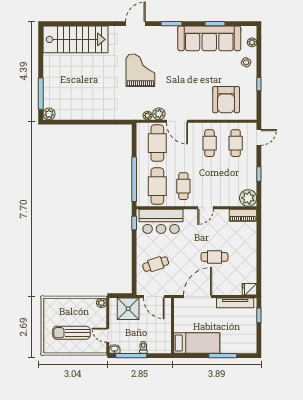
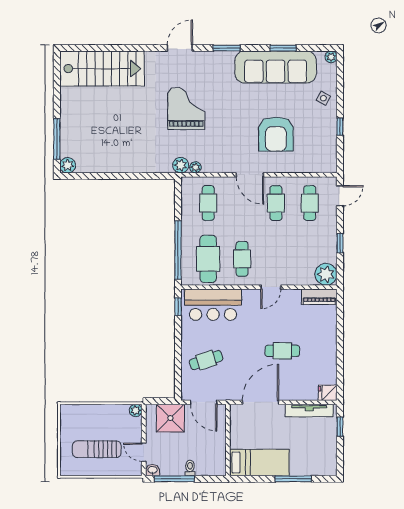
plant: (252, 42) -> (331, 57), moved
armchair: (226, 100) -> (276, 134), moved
plant: (159, 114) -> (181, 165), moved
door: (177, 121) -> (250, 175), moved
cafe table: (157, 143) -> (208, 203), width x0.73, depth x0.74

